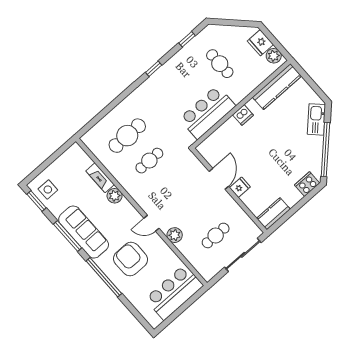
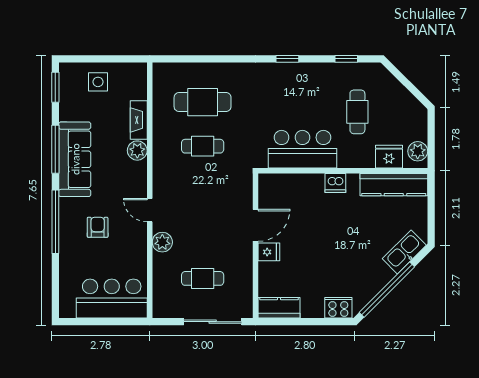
fridge: (260, 43) -> (389, 157), moved, turned 90
side table: (48, 189) -> (98, 82), moved
armchair: (131, 259) -> (98, 227), width x0.53, depth x0.53

